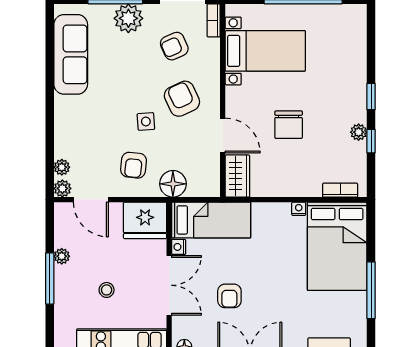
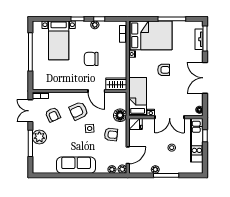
bed with nightstands: (265, 51) -> (59, 40), moved, turned 180
sofa: (71, 54) -> (76, 165), moved
chair: (289, 125) -> (91, 59), turned 180
door: (223, 136) -> (96, 91), swing flipped
fridge: (145, 220) -> (136, 124), width x0.53, depth x0.75
double door: (169, 285) -> (170, 117), swing flipped
armchair: (229, 296) -> (164, 70), moved

